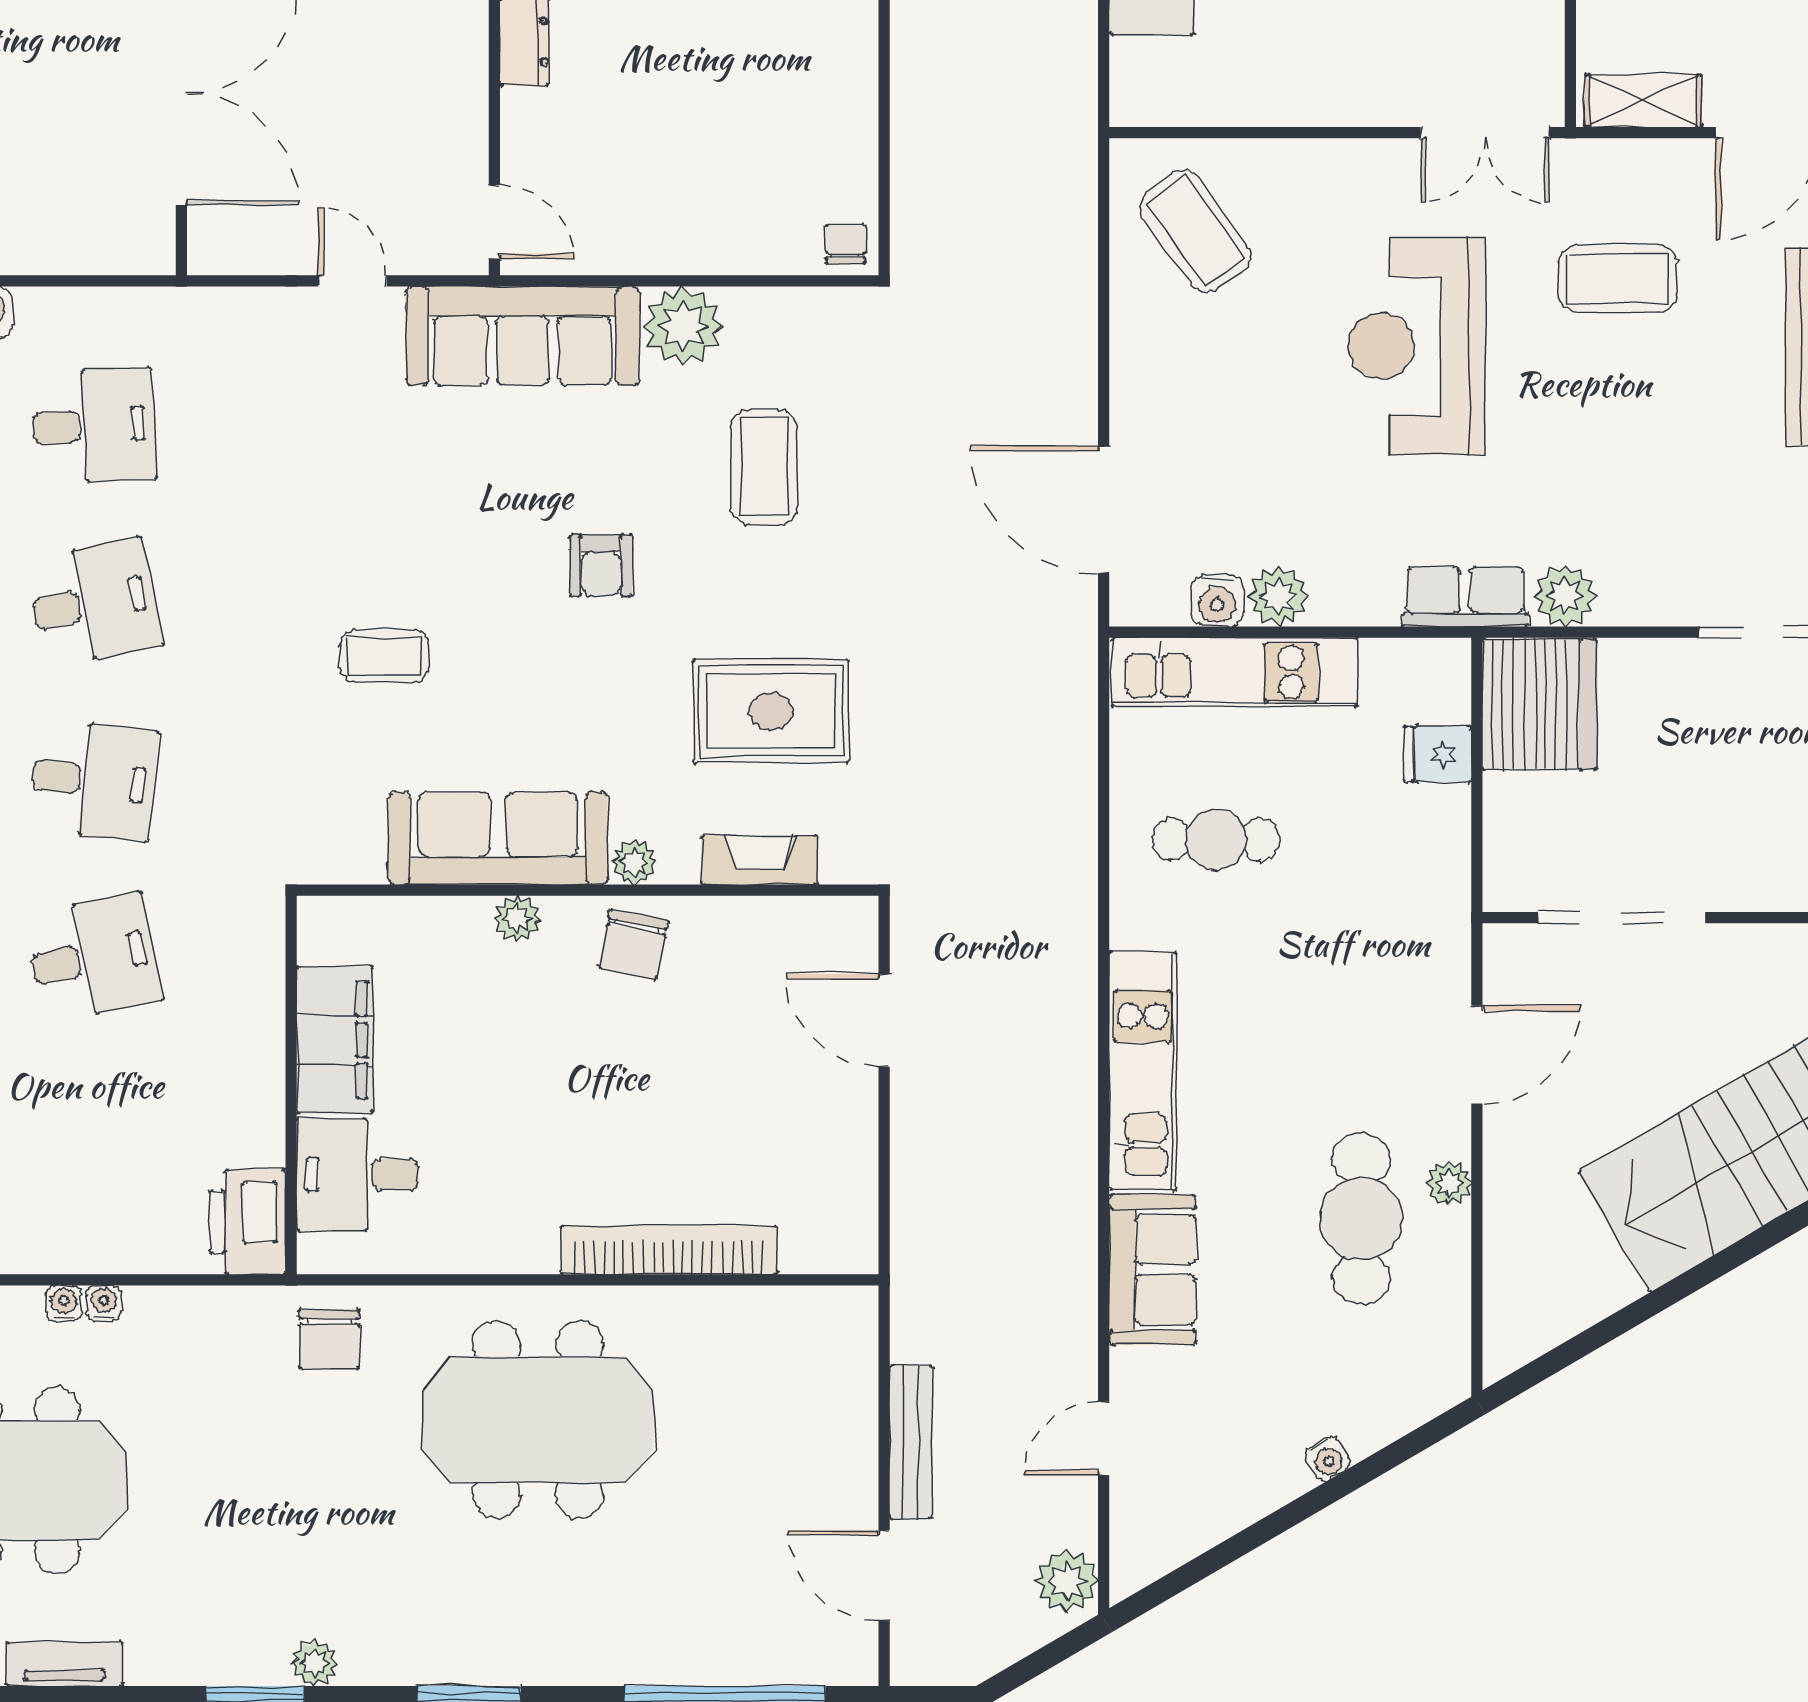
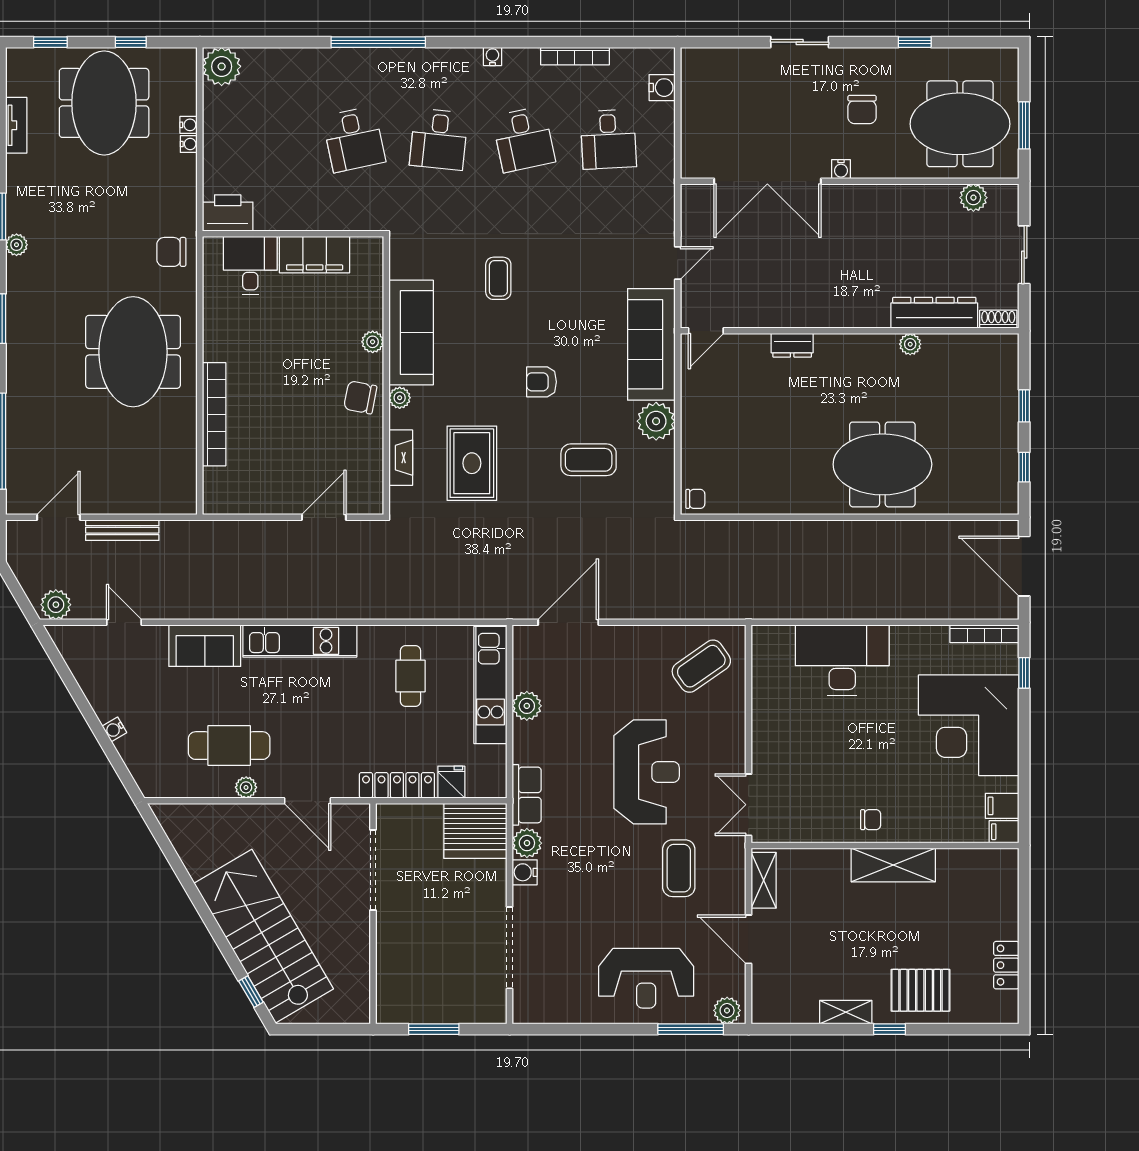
reception desk: (1417, 346) -> (647, 772), turned 90
water cooler: (1217, 601) -> (525, 872), moved
locker: (1445, 868) -> (397, 785), added

